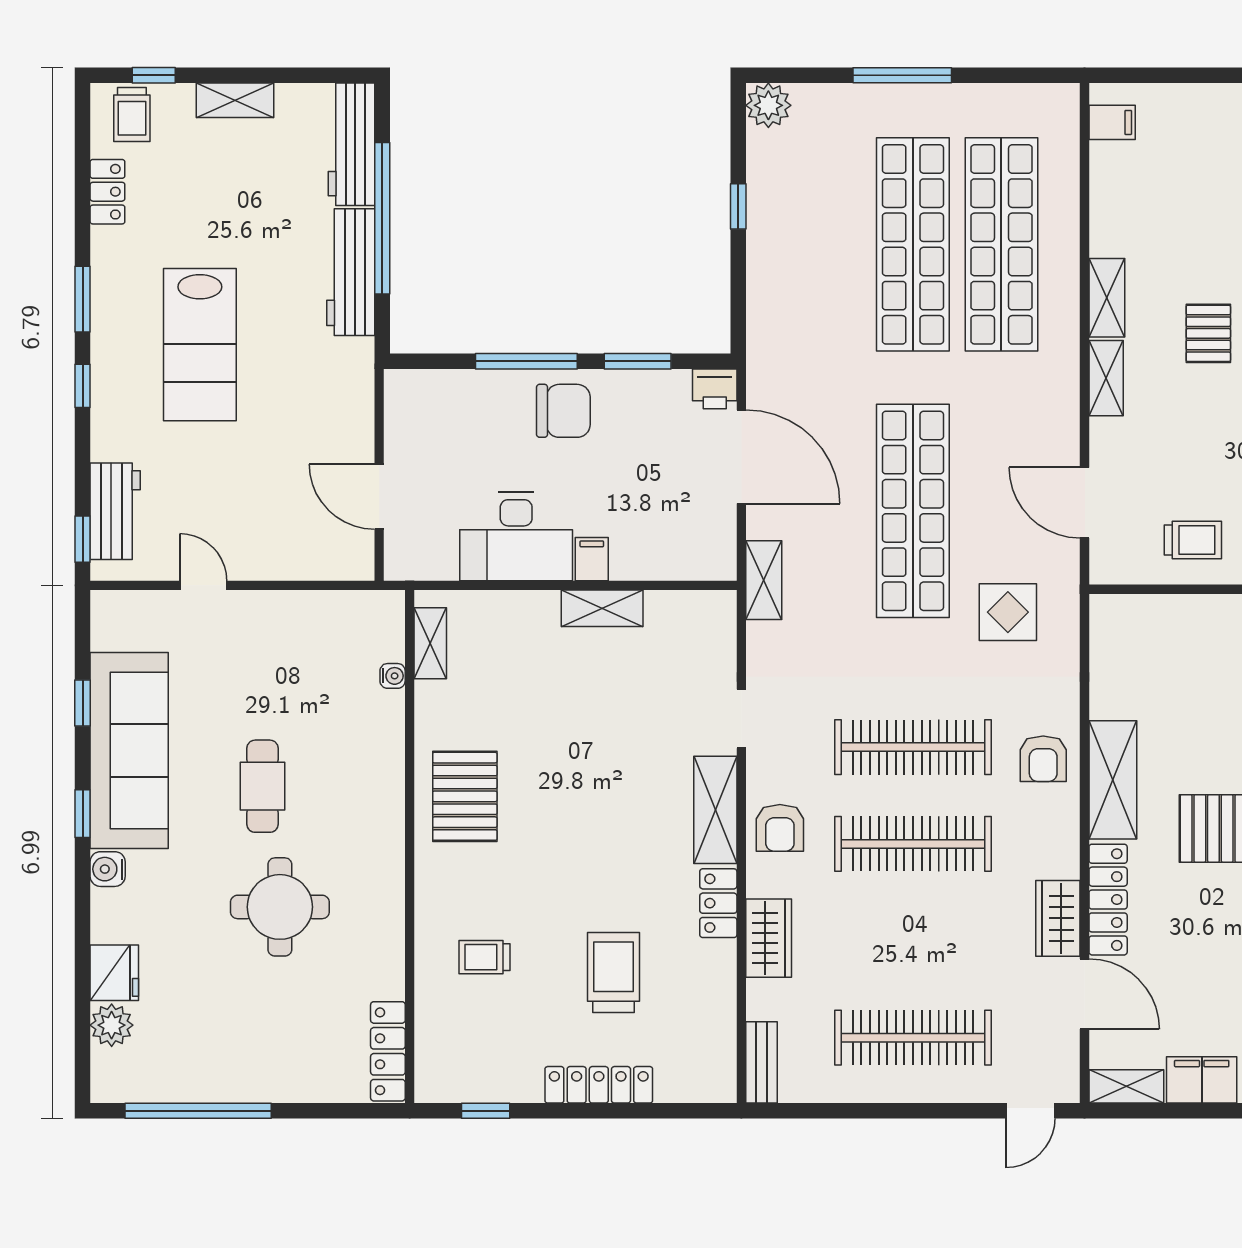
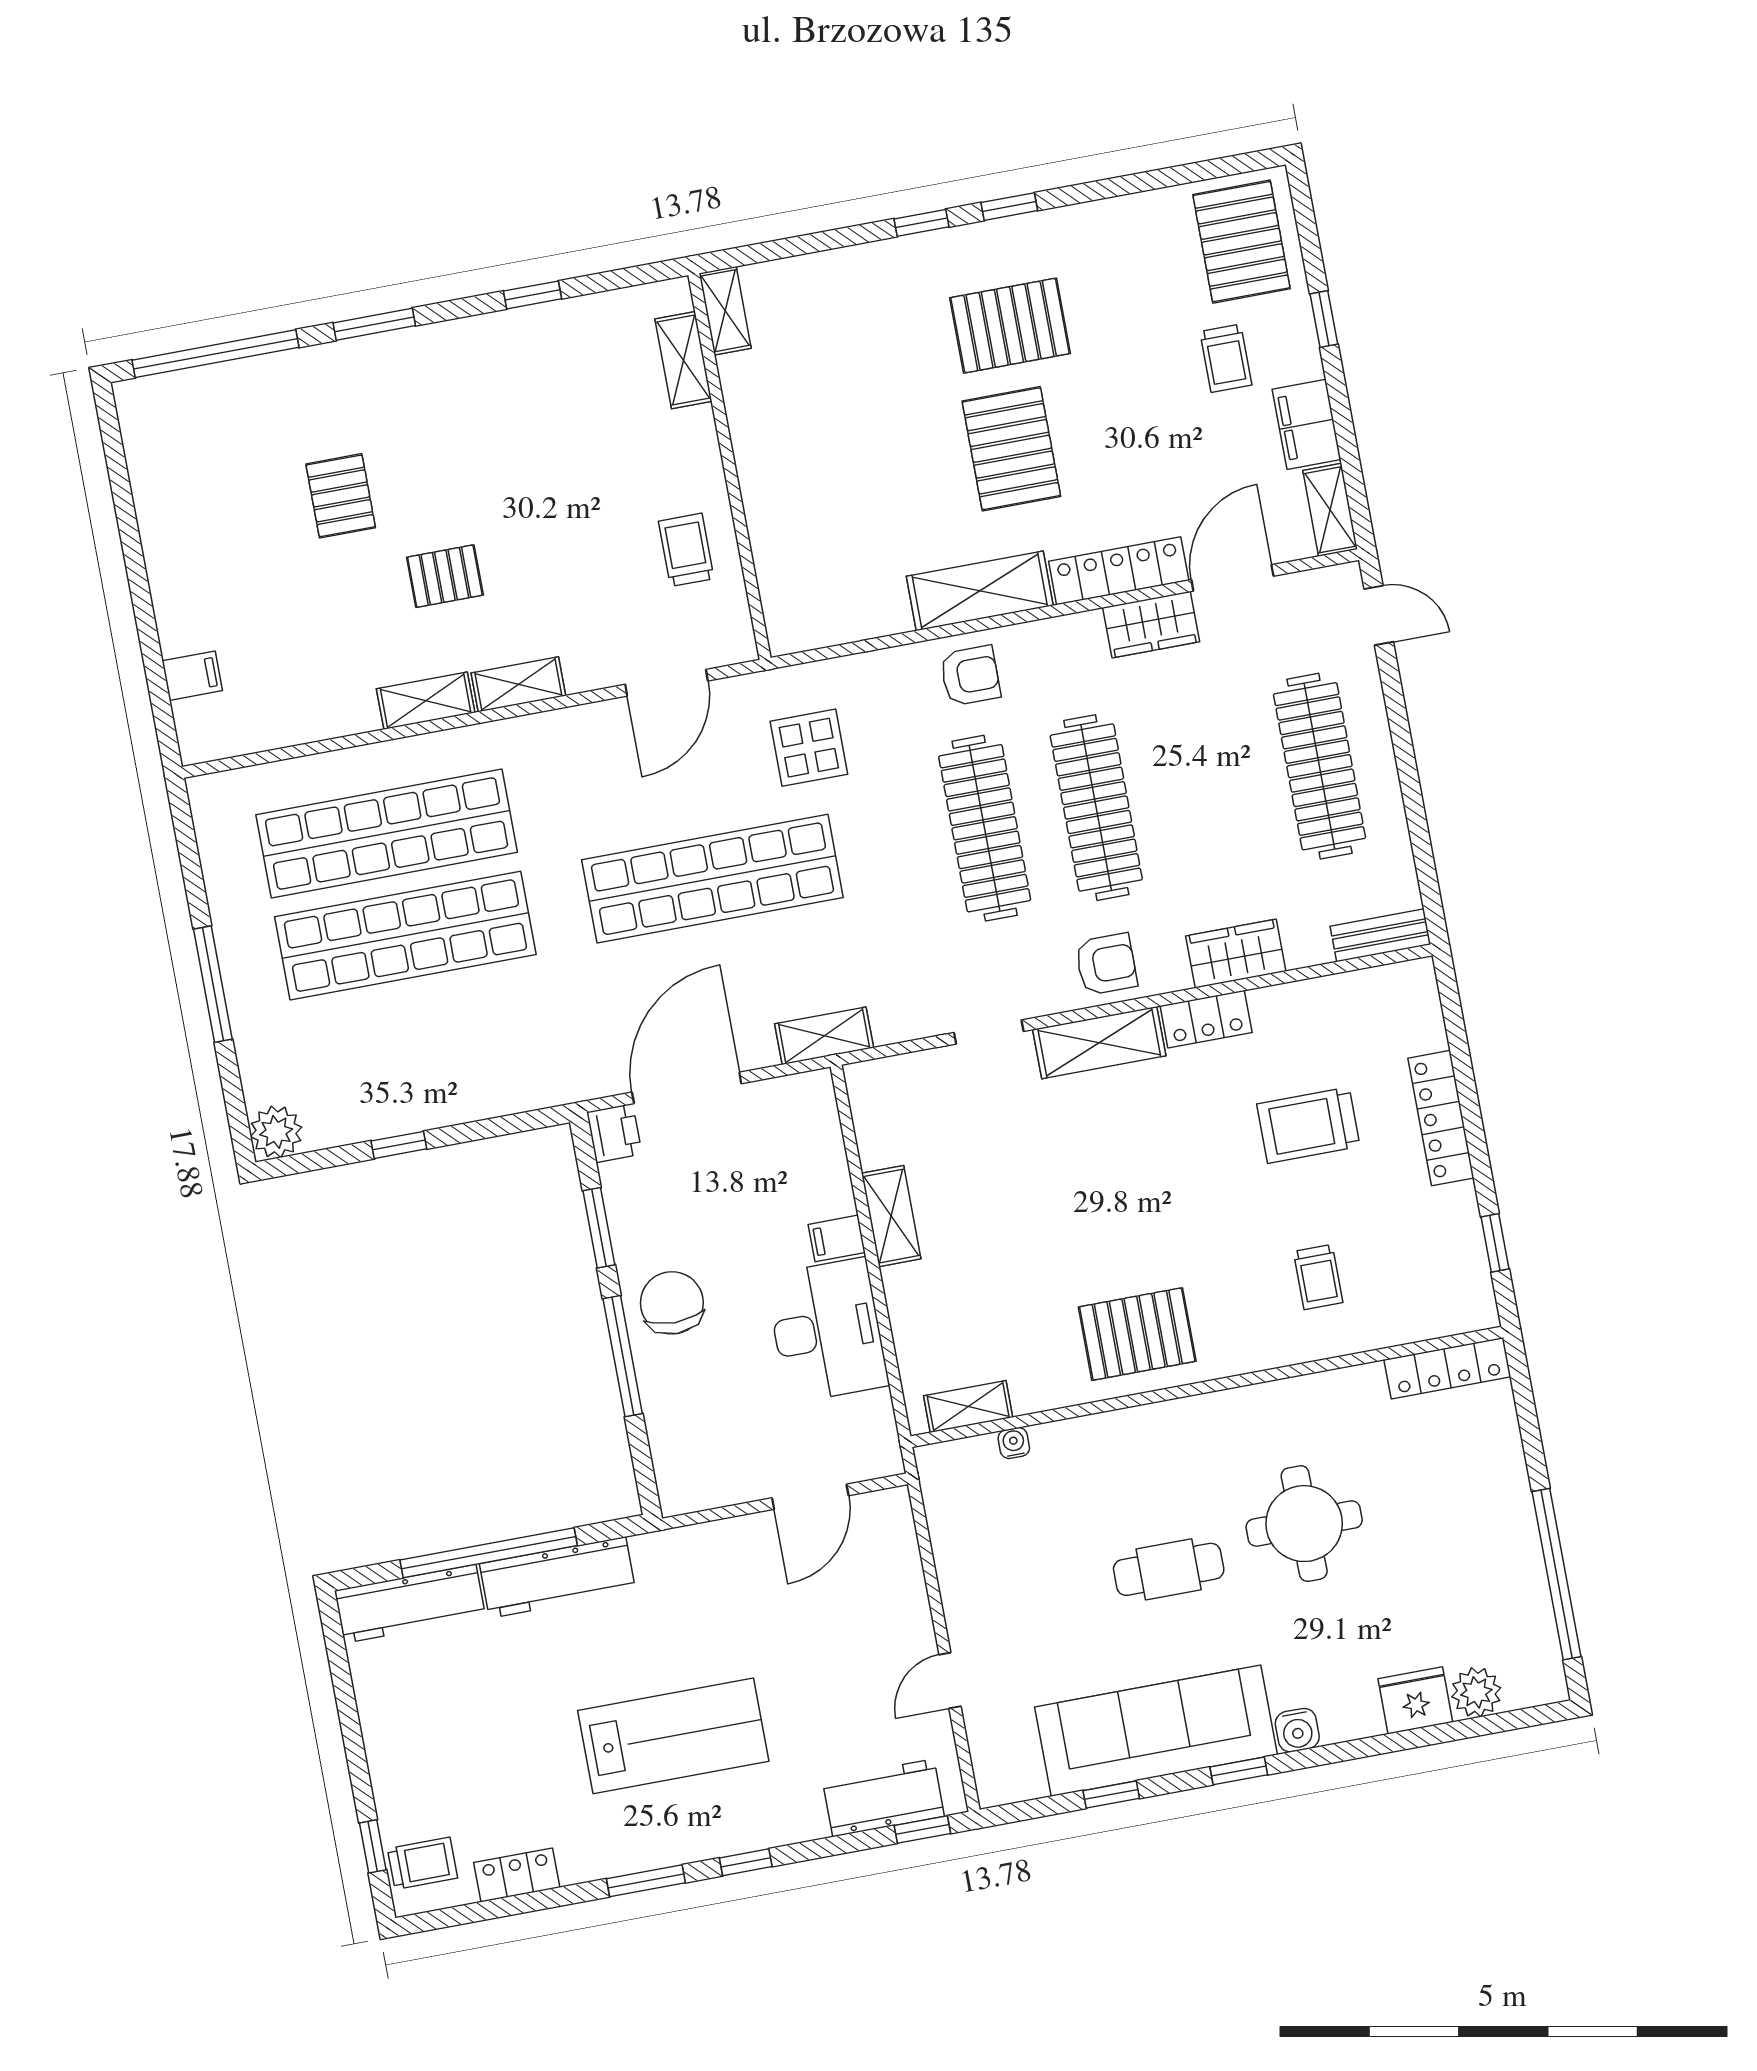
shelving: (235, 100) -> (384, 1747), removed
filing cabinet: (1112, 122) -> (192, 676), moved, turned 90

